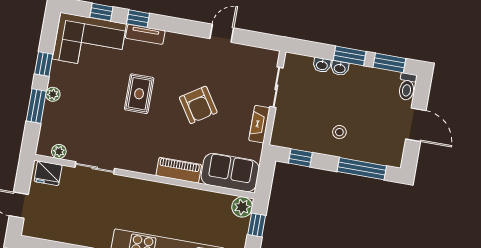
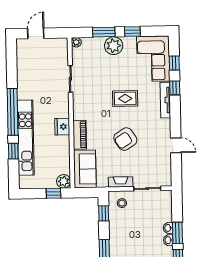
tv unit: (145, 34) -> (165, 100), width x1.41
washbasin: (322, 65) -> (168, 240), moved
plant: (53, 94) -> (114, 46), width x1.88, depth x1.88
stool: (339, 132) -> (122, 203), moved
plant: (59, 151) -> (76, 42), moved
fridge: (48, 173) -> (62, 127), moved

